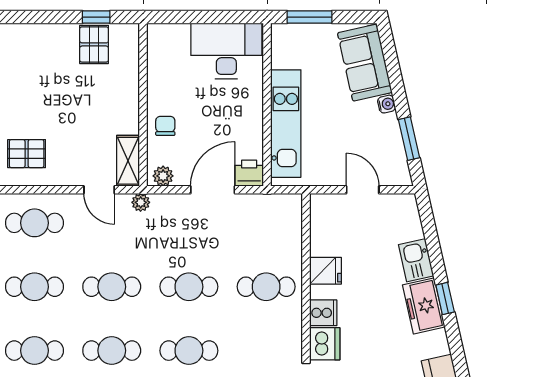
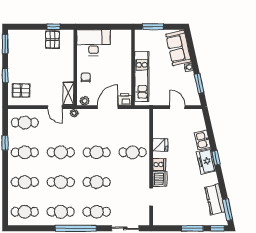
desk: (226, 51) -> (94, 43), moved

